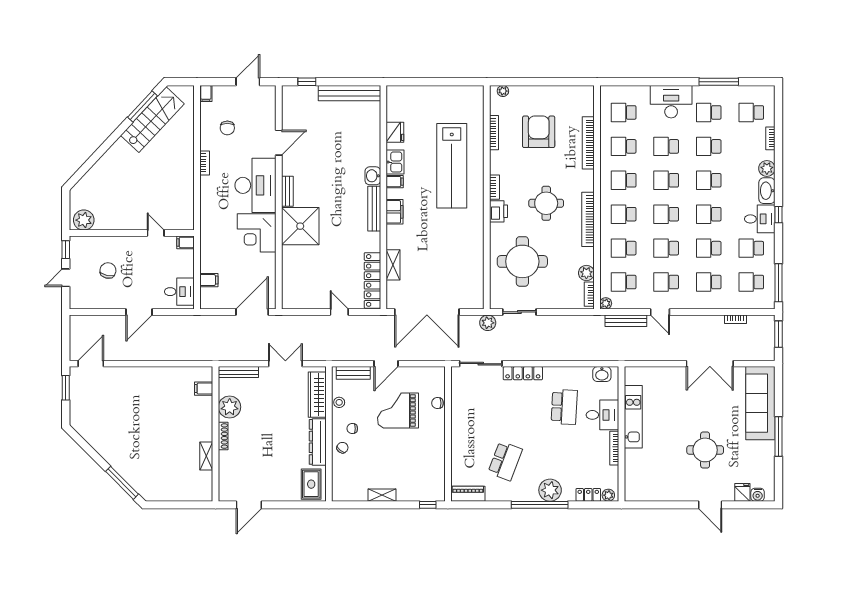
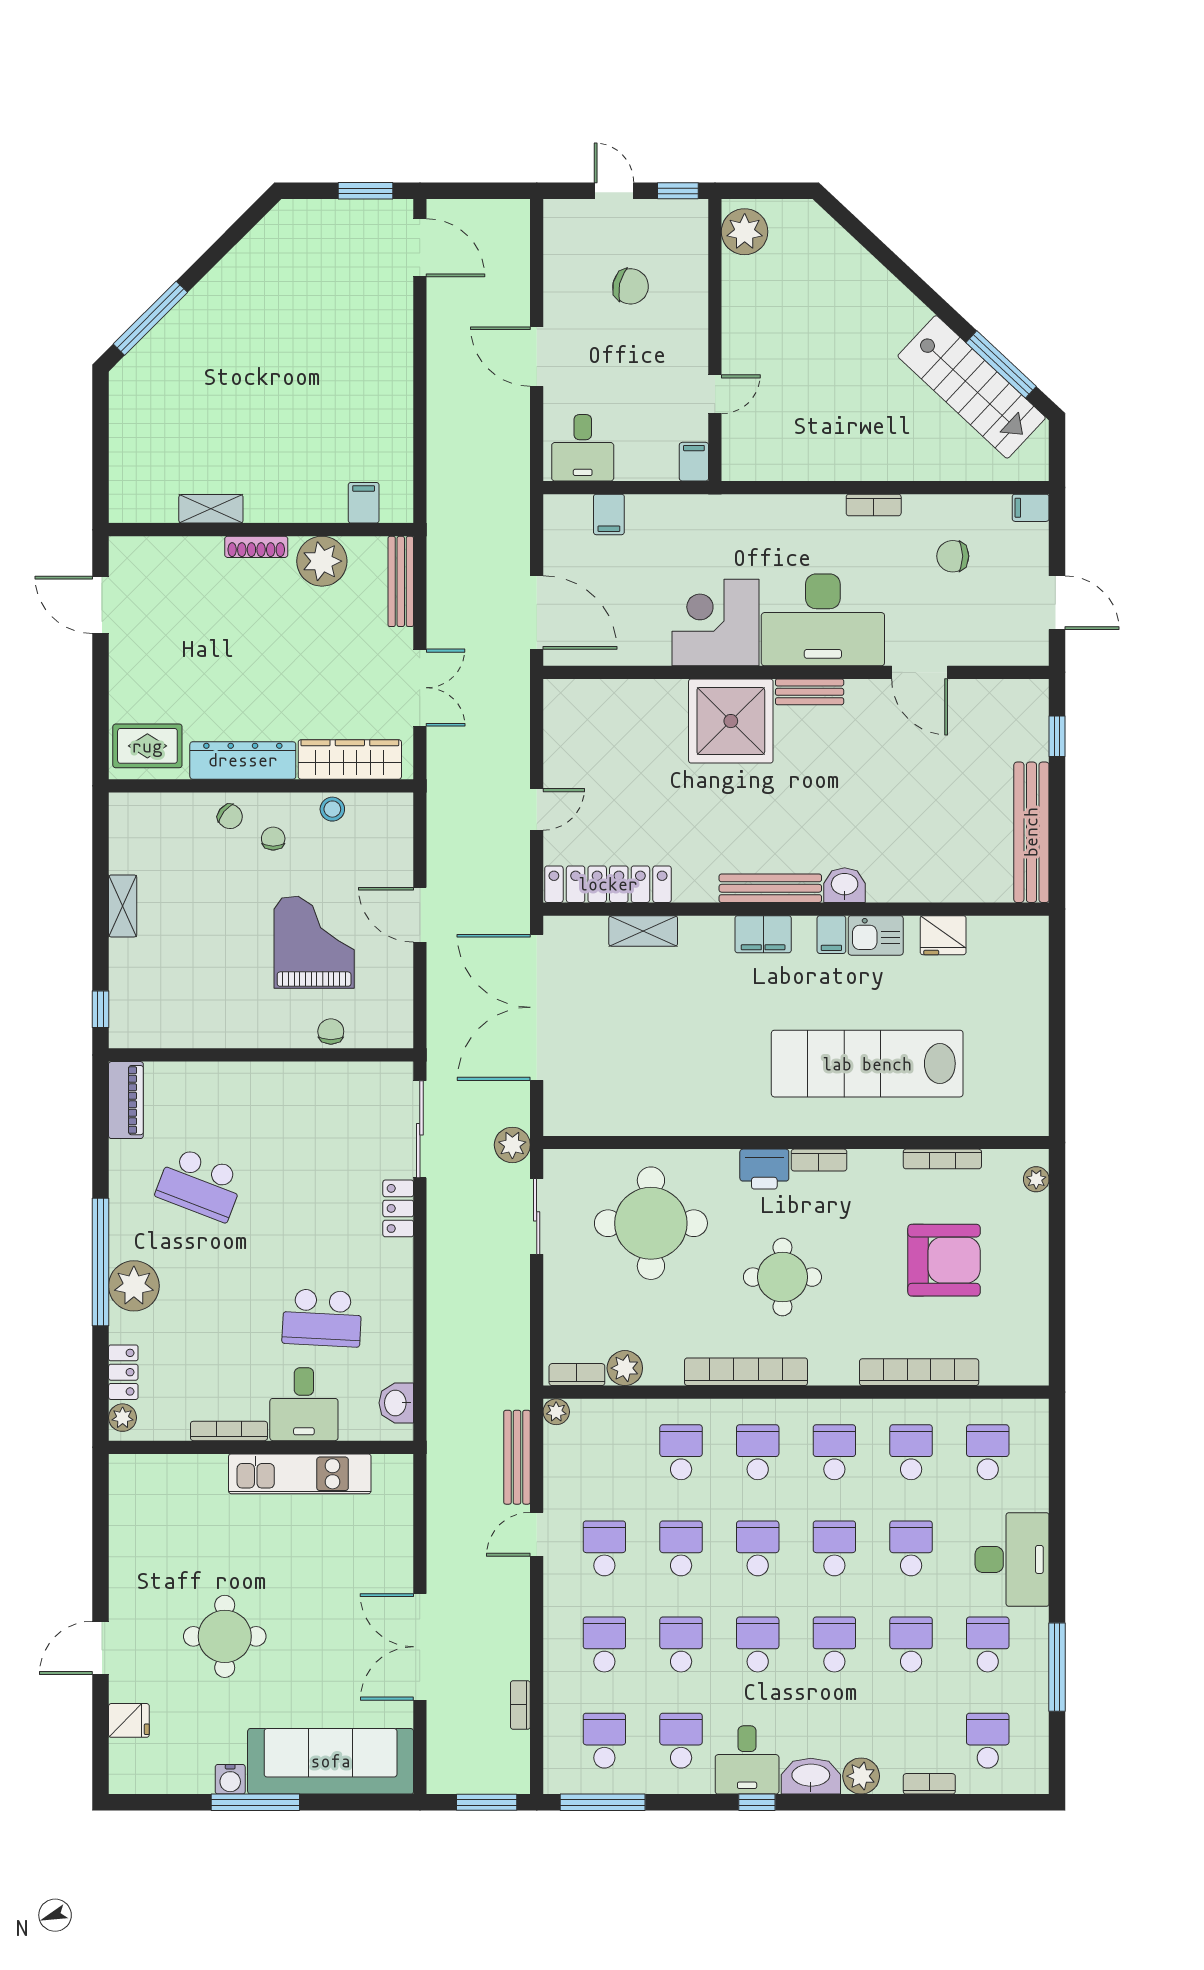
school desk: (624, 282) -> (604, 1452), removed
bench: (353, 373) -> (399, 841), removed
locker: (523, 373) -> (398, 1208), width x0.66
water cooler: (758, 495) -> (230, 1779), moved, turned -90

